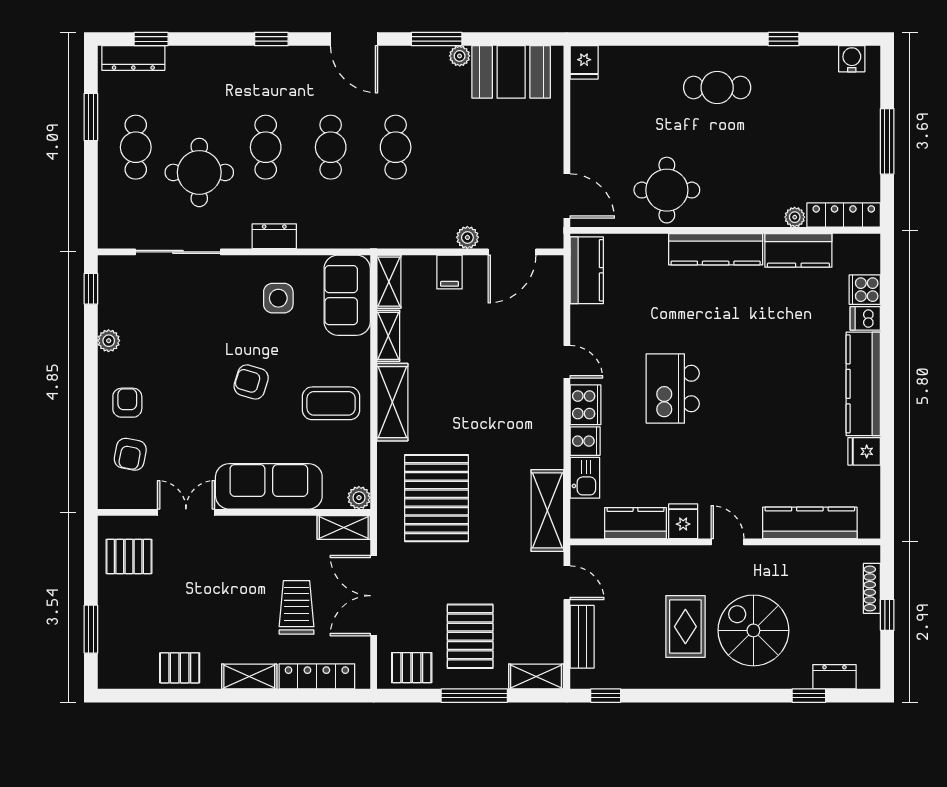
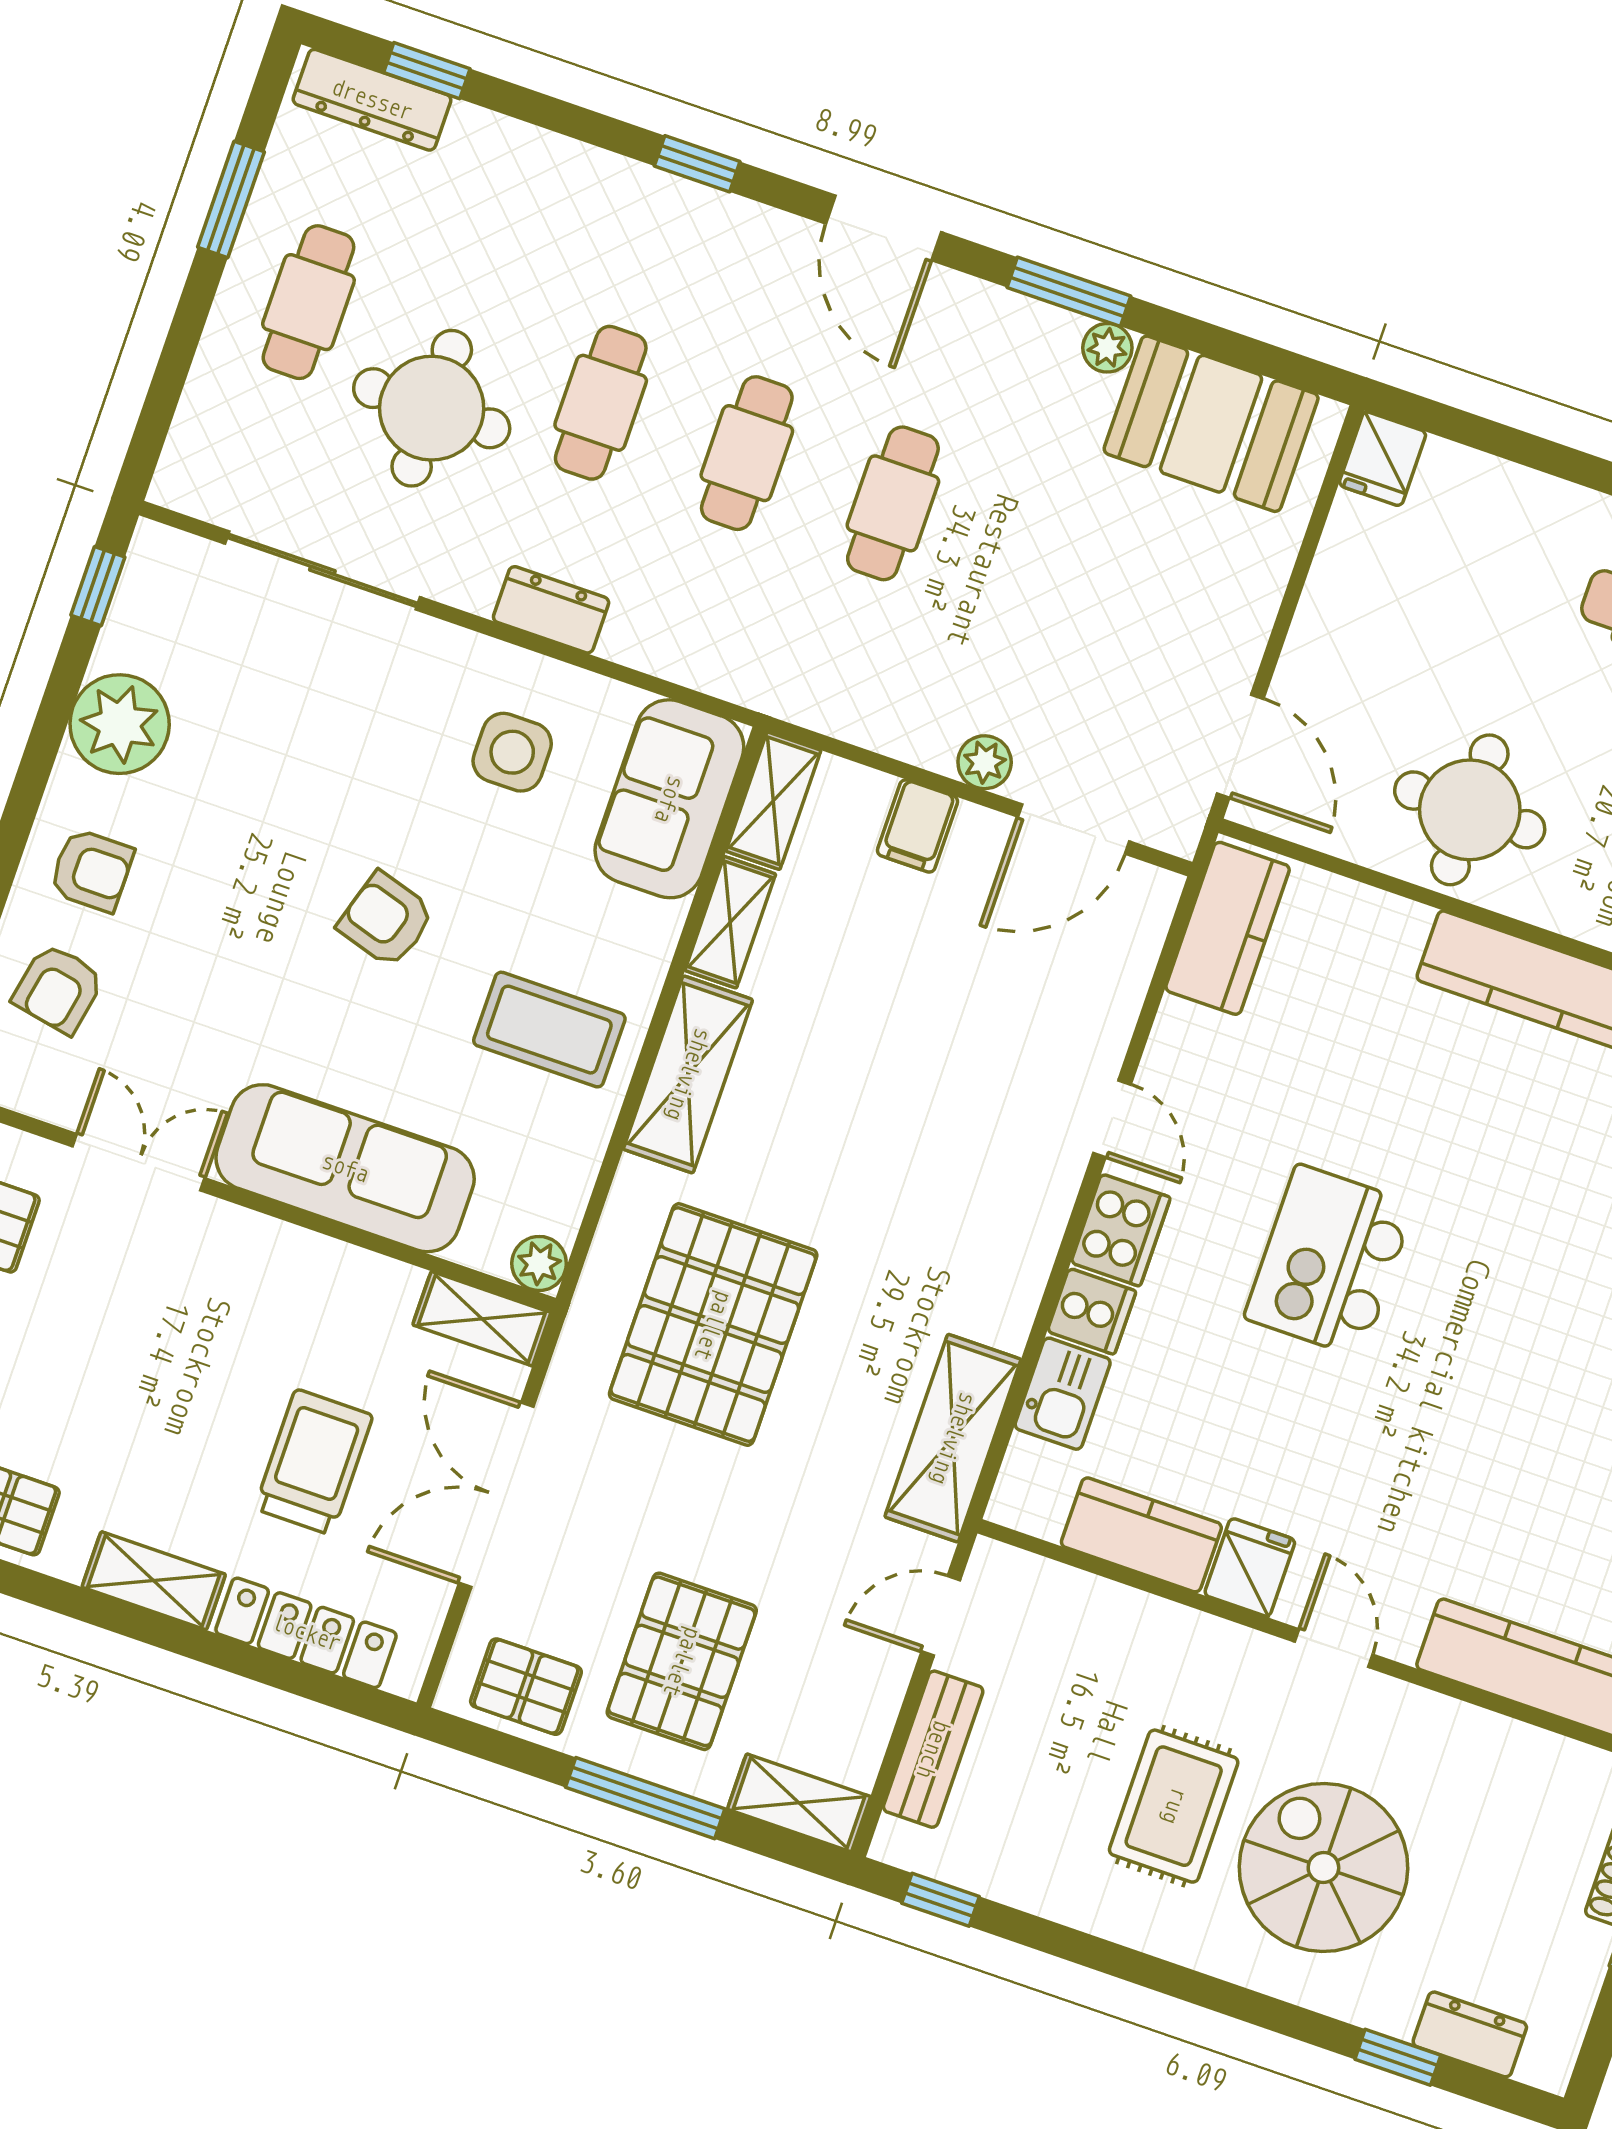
plant: (109, 341) -> (120, 724), width x1.87, depth x1.87
armchair: (127, 403) -> (91, 870), turned 90
door: (567, 583) -> (941, 1616), swing flipped

